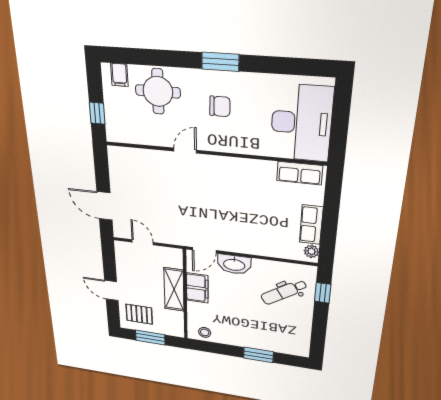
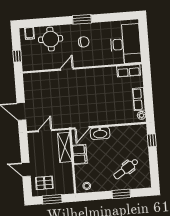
door: (143, 242) -> (45, 131), hinge flipped
shelving: (174, 289) -> (65, 147), moved
dental chair: (284, 292) -> (126, 169), moved

